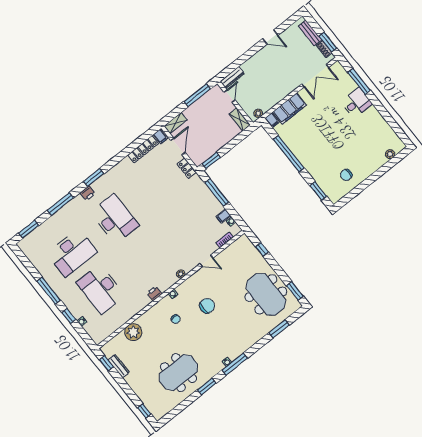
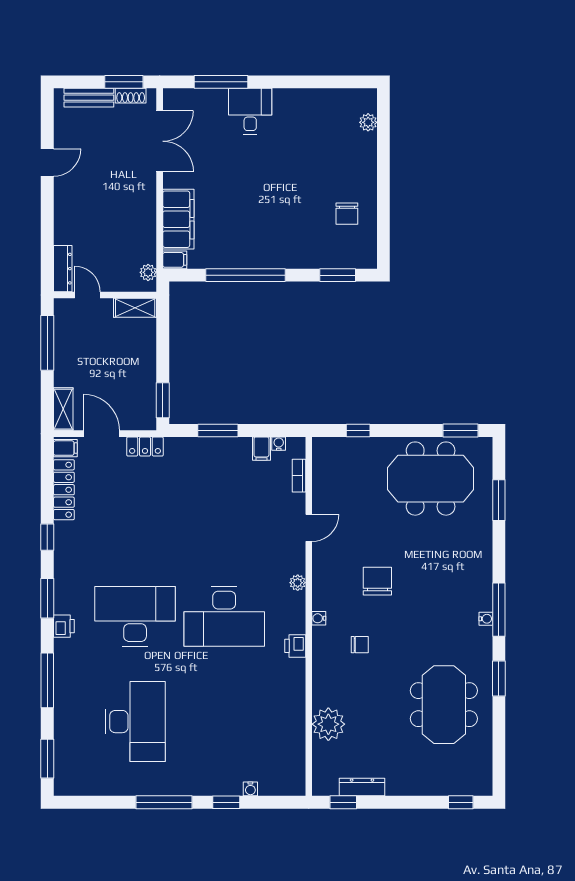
window: (118, 158) -> (47, 537), added
window: (217, 193) -> (218, 430), width x0.69
desk: (101, 289) -> (224, 616), moved

